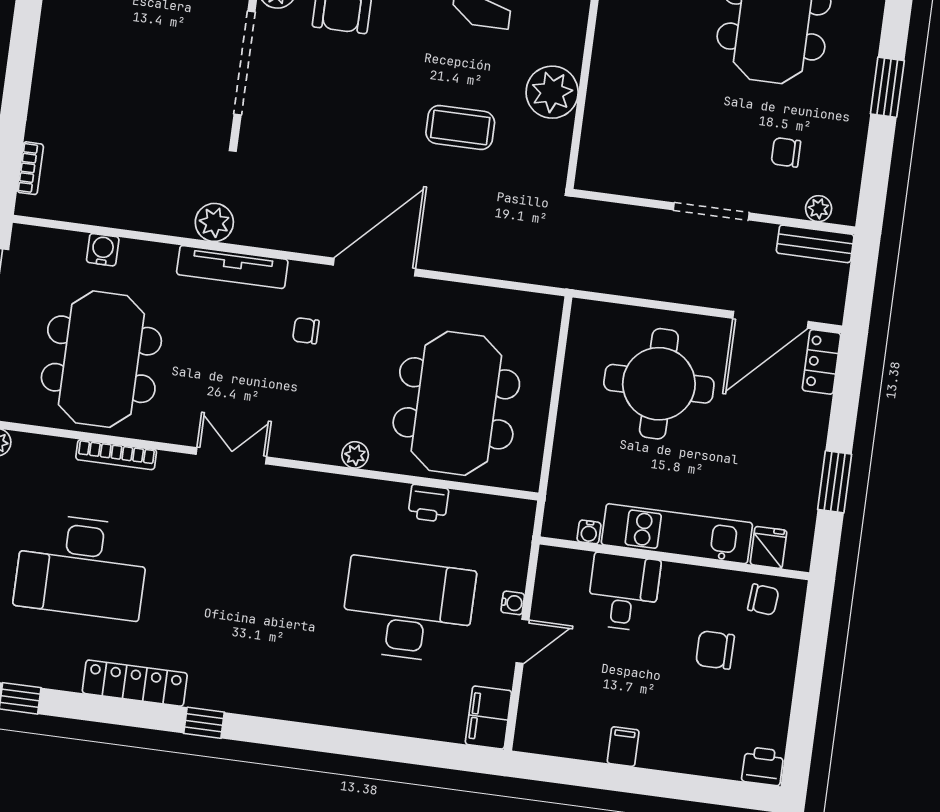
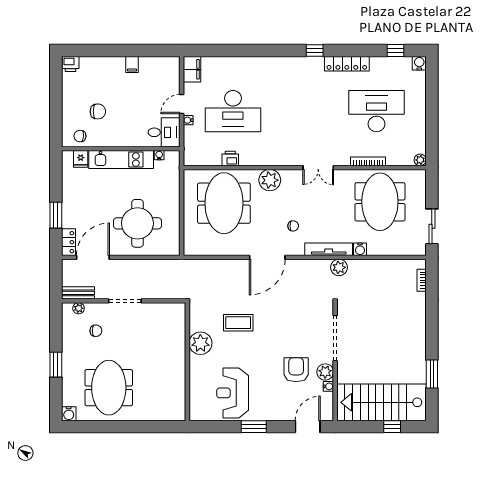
water cooler: (103, 250) -> (360, 249), moved
plant: (355, 455) -> (270, 180), width x1.88, depth x1.88
window: (835, 482) -> (56, 215), moved
desk: (623, 592) -> (164, 132), moved, turned -90

